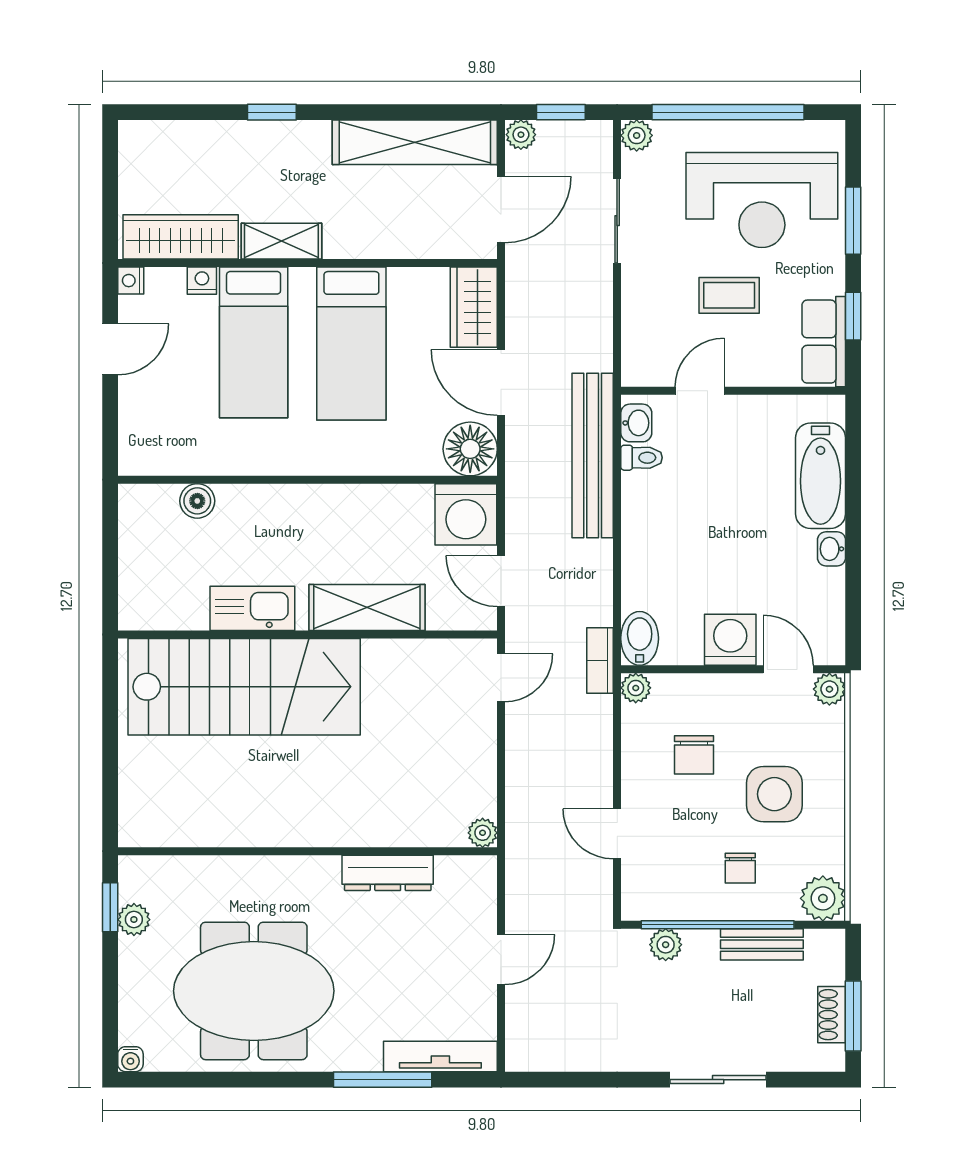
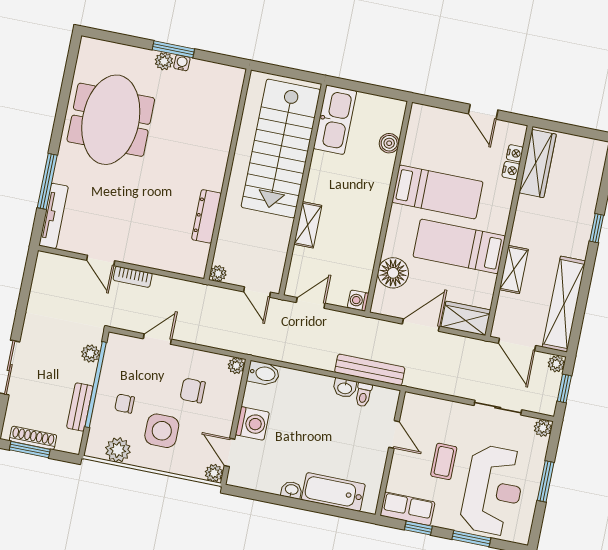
window: (728, 112) -> (546, 481), width x0.47
reception desk: (762, 200) -> (493, 490), turned 180
shelving: (281, 241) -> (514, 269), moved
nightstand: (131, 281) -> (515, 153), moved, turned 90
bed: (254, 342) -> (437, 192), moved, turned 180
washbasin: (636, 423) -> (345, 388), moved
floor lamp: (470, 449) -> (393, 273), moved
bench: (593, 455) -> (370, 370), width x0.73, depth x0.82
washing machine: (466, 514) -> (358, 300), width x0.53, depth x0.53
shelving: (367, 607) -> (308, 225), width x0.67, depth x0.75
kitchen sink: (252, 608) -> (335, 120), moved, width x1.36, depth x1.24
bookcase: (600, 661) -> (133, 277), moved, turned 180
door: (788, 669) -> (230, 452), swing flipped
plant: (483, 833) -> (218, 274), moved
wall: (307, 851) -> (227, 174), moved
dresser: (388, 873) -> (206, 216), moved
plant: (823, 898) -> (118, 450), moved
window: (110, 907) -> (173, 49), width x1.50
shoe rack: (832, 1015) -> (33, 438), width x1.43
water cooler: (130, 1059) -> (182, 63), moved, turned 90

